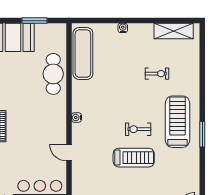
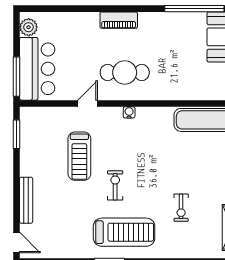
cafe table: (53, 74) -> (125, 72), moved
treadmill: (134, 158) -> (79, 156), moved

